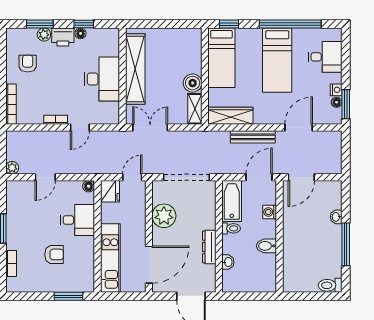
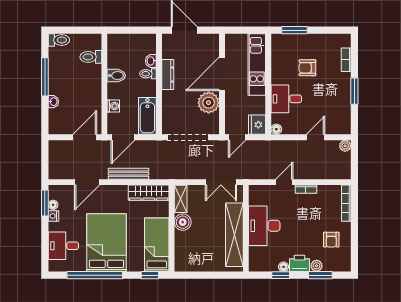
bed: (277, 60) -> (106, 243), width x1.50
toilet: (231, 228) -> (148, 74), moved
door: (149, 265) -> (222, 74), moved
toilet: (295, 266) -> (91, 57), added

